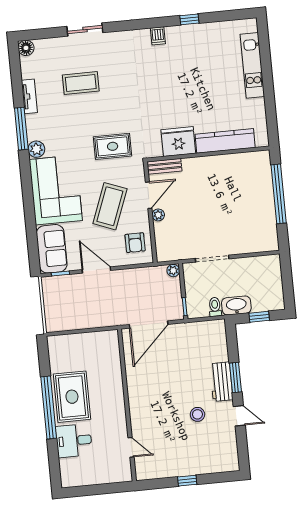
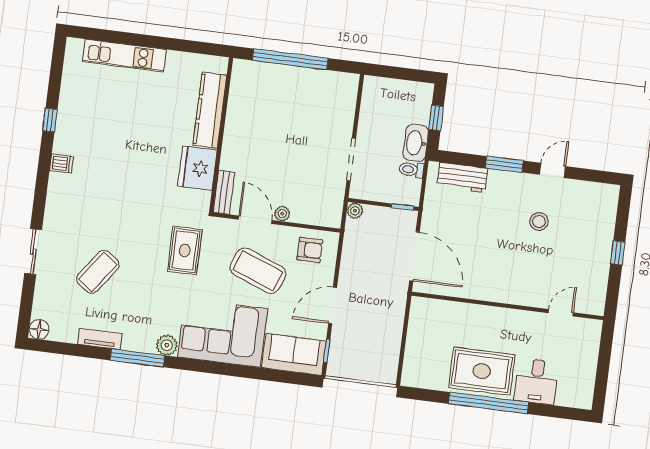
coffee table: (81, 83) -> (98, 272), turned 36
workbench: (221, 382) -> (462, 177), moved

